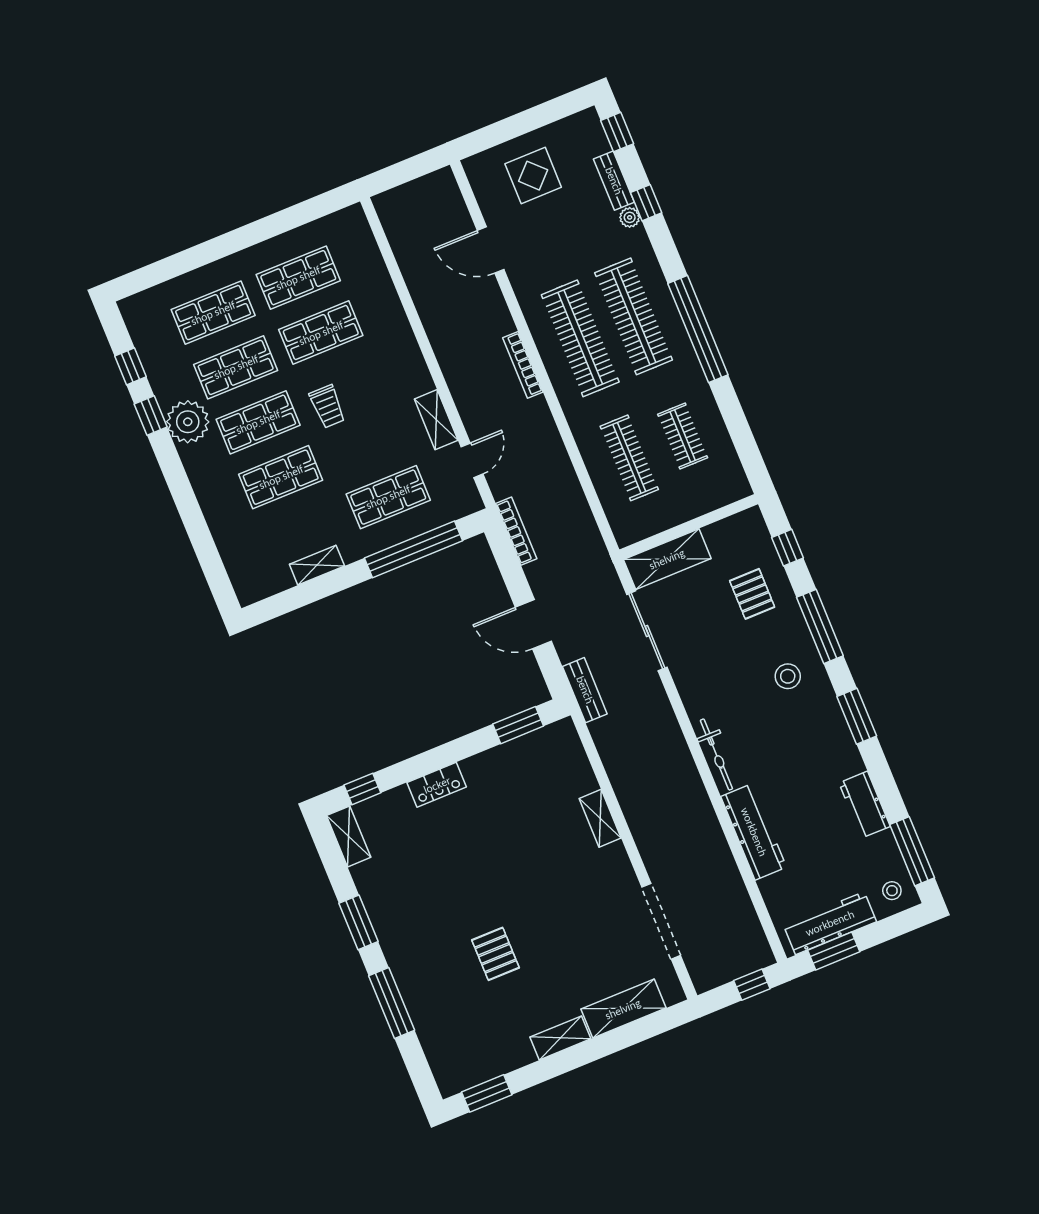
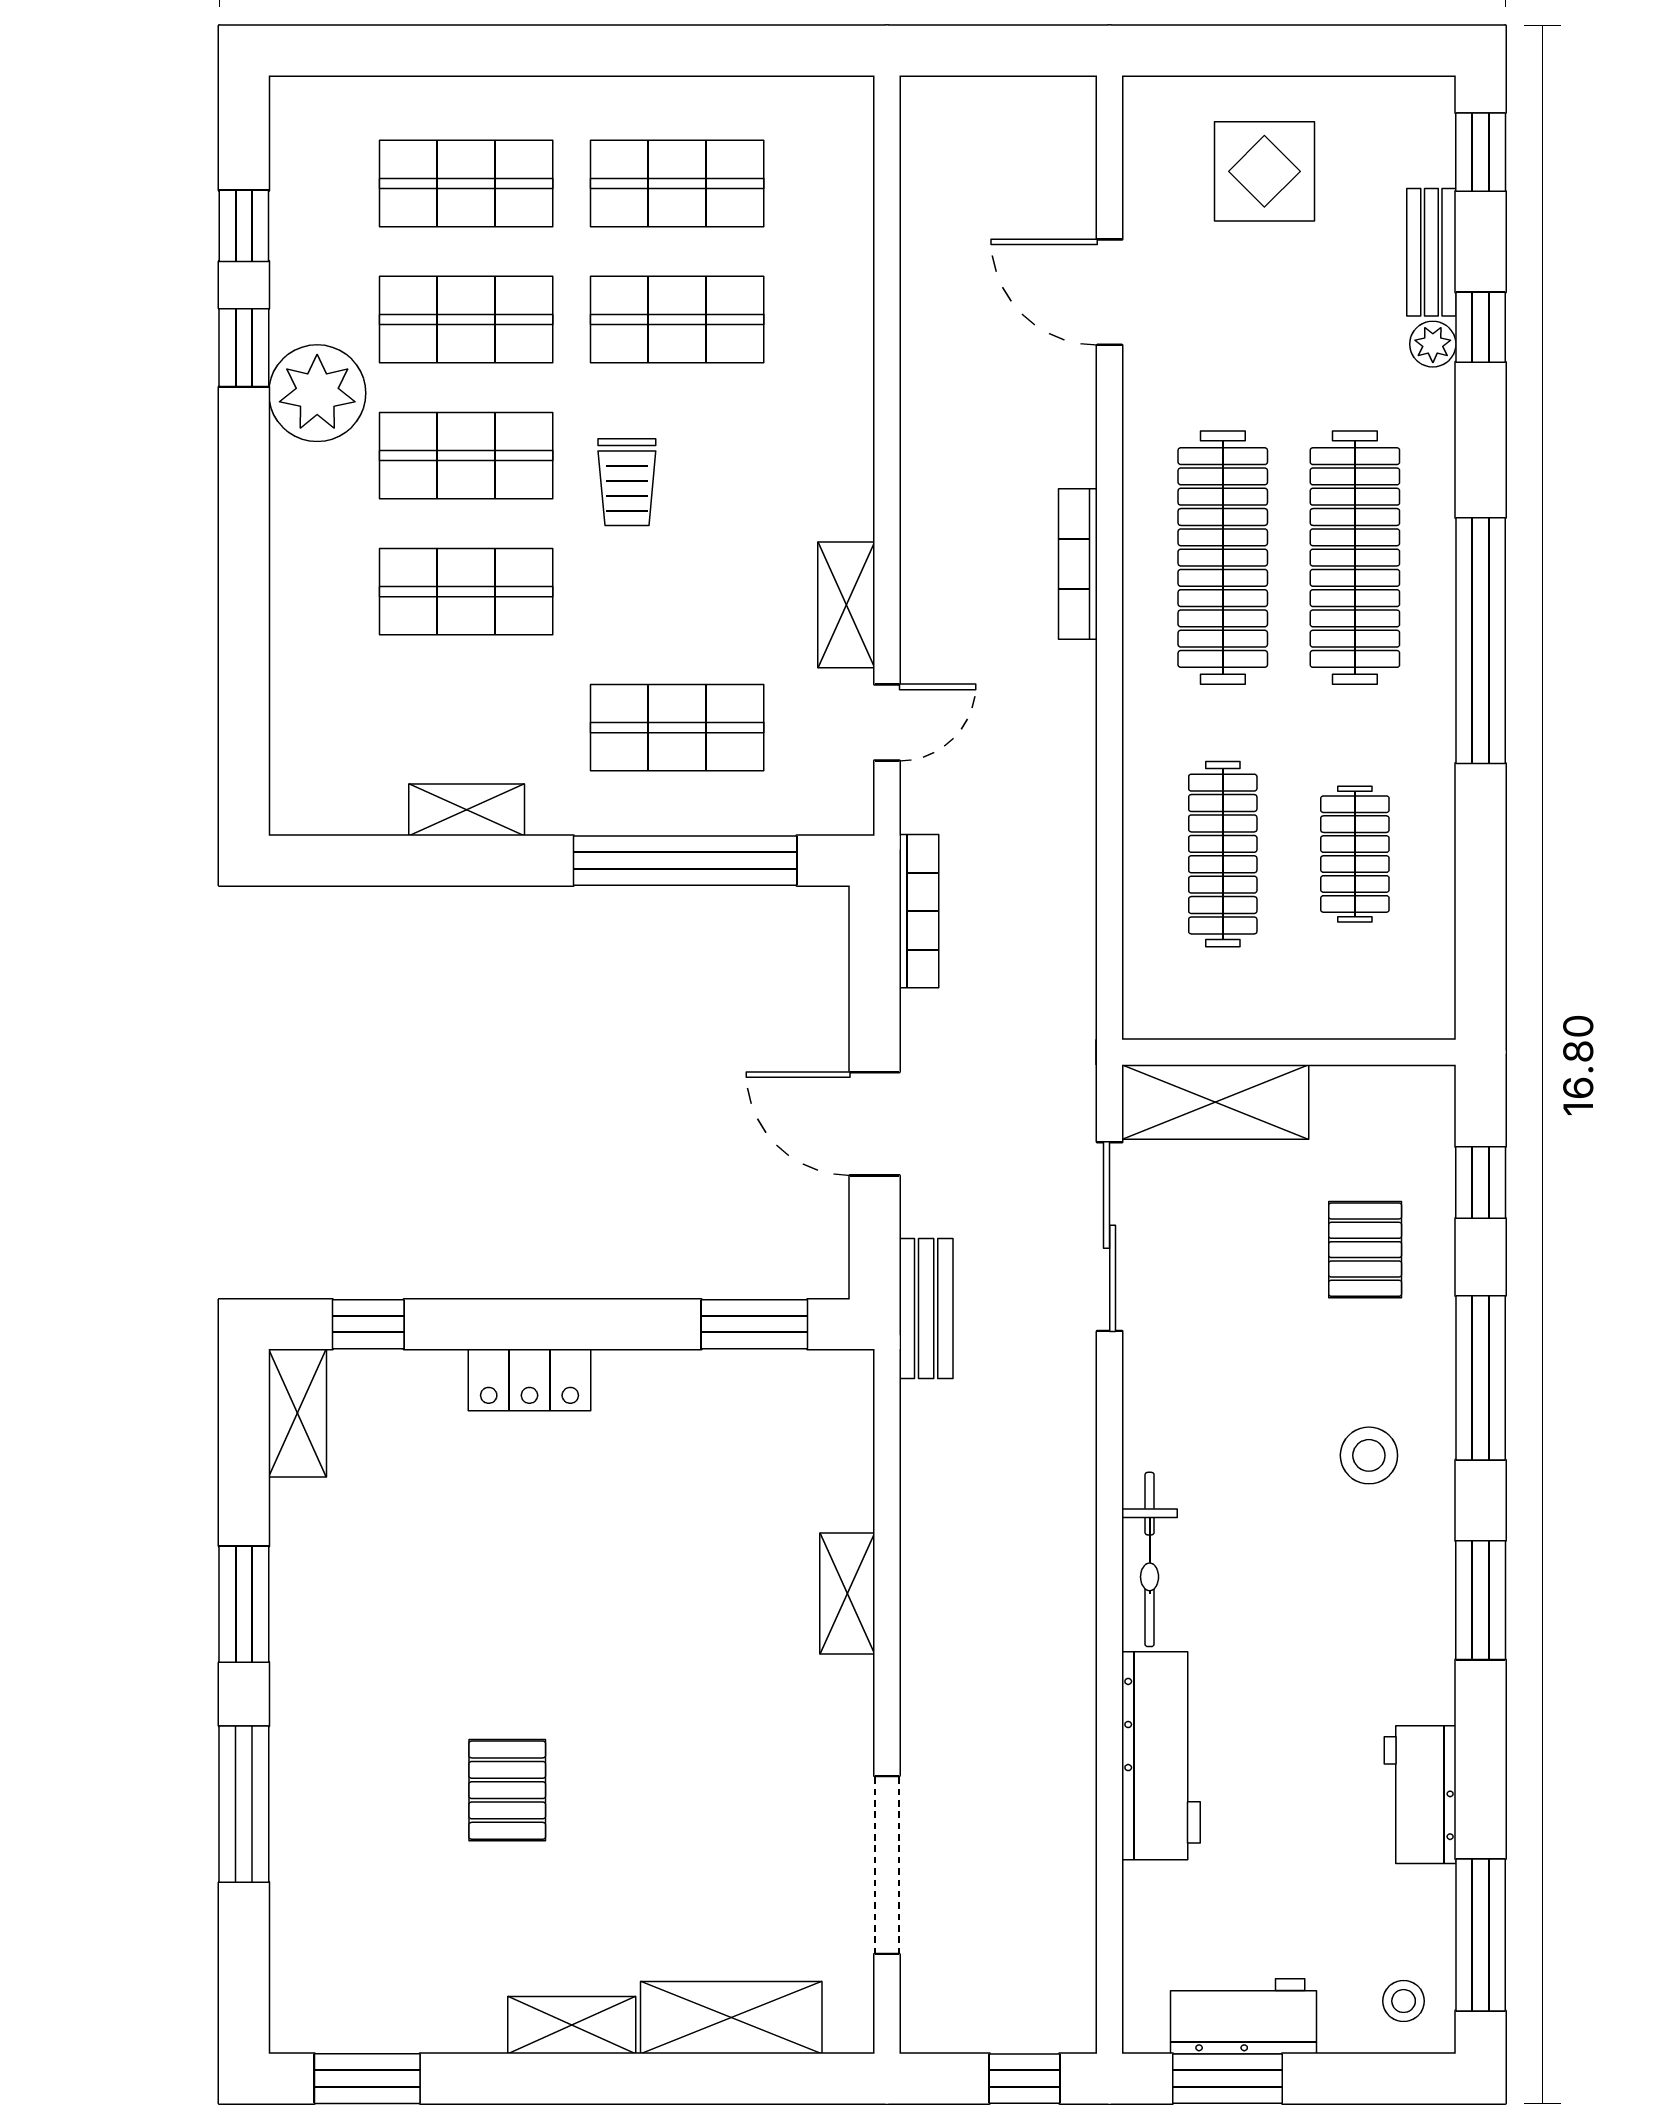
workbench: (830, 923) -> (1243, 2016), width x0.73

